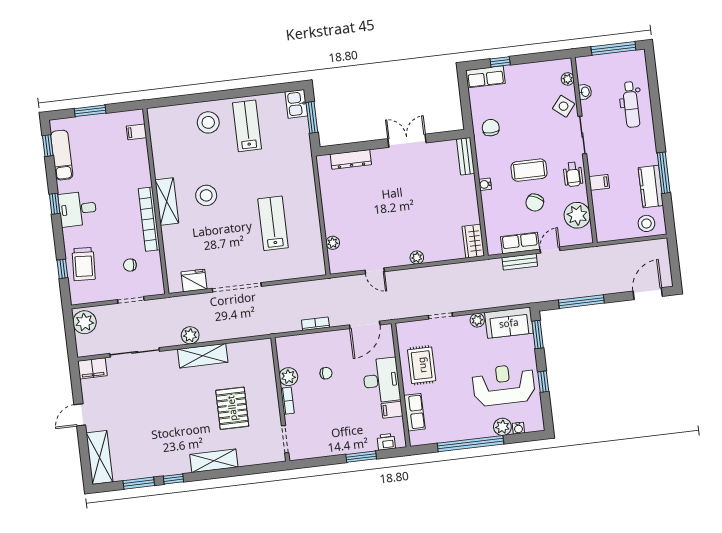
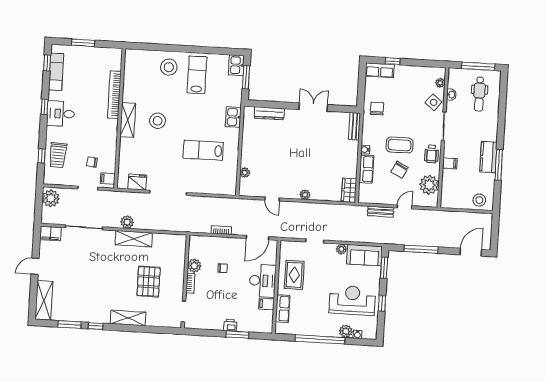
dental chair: (631, 104) -> (479, 94), moved
filing cabinet: (136, 132) -> (108, 179), moved
kitchen sink: (304, 173) -> (233, 117), added
kitchen counter: (651, 187) -> (488, 157), moved
bookcase: (149, 219) -> (114, 95), moved
lab bench: (273, 223) -> (203, 150), turned -90
row of seats: (520, 243) -> (366, 169), moved, turned 90
printer: (386, 442) -> (230, 325), moved

